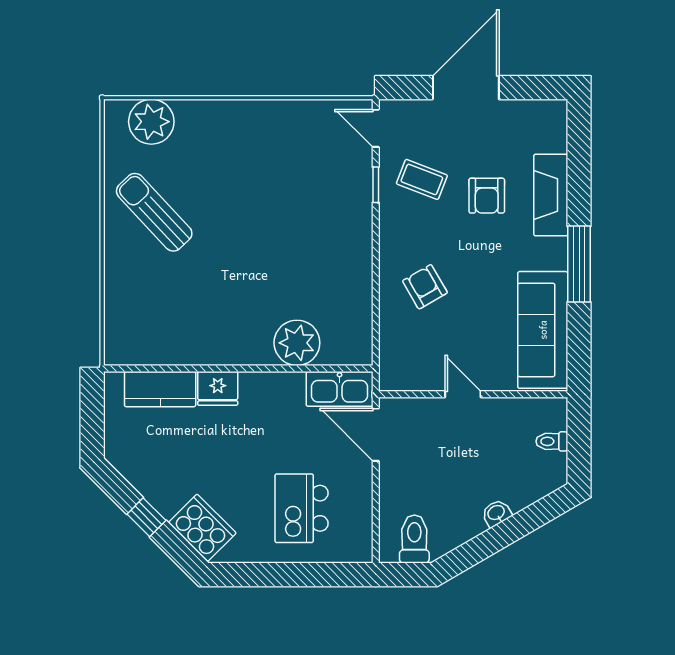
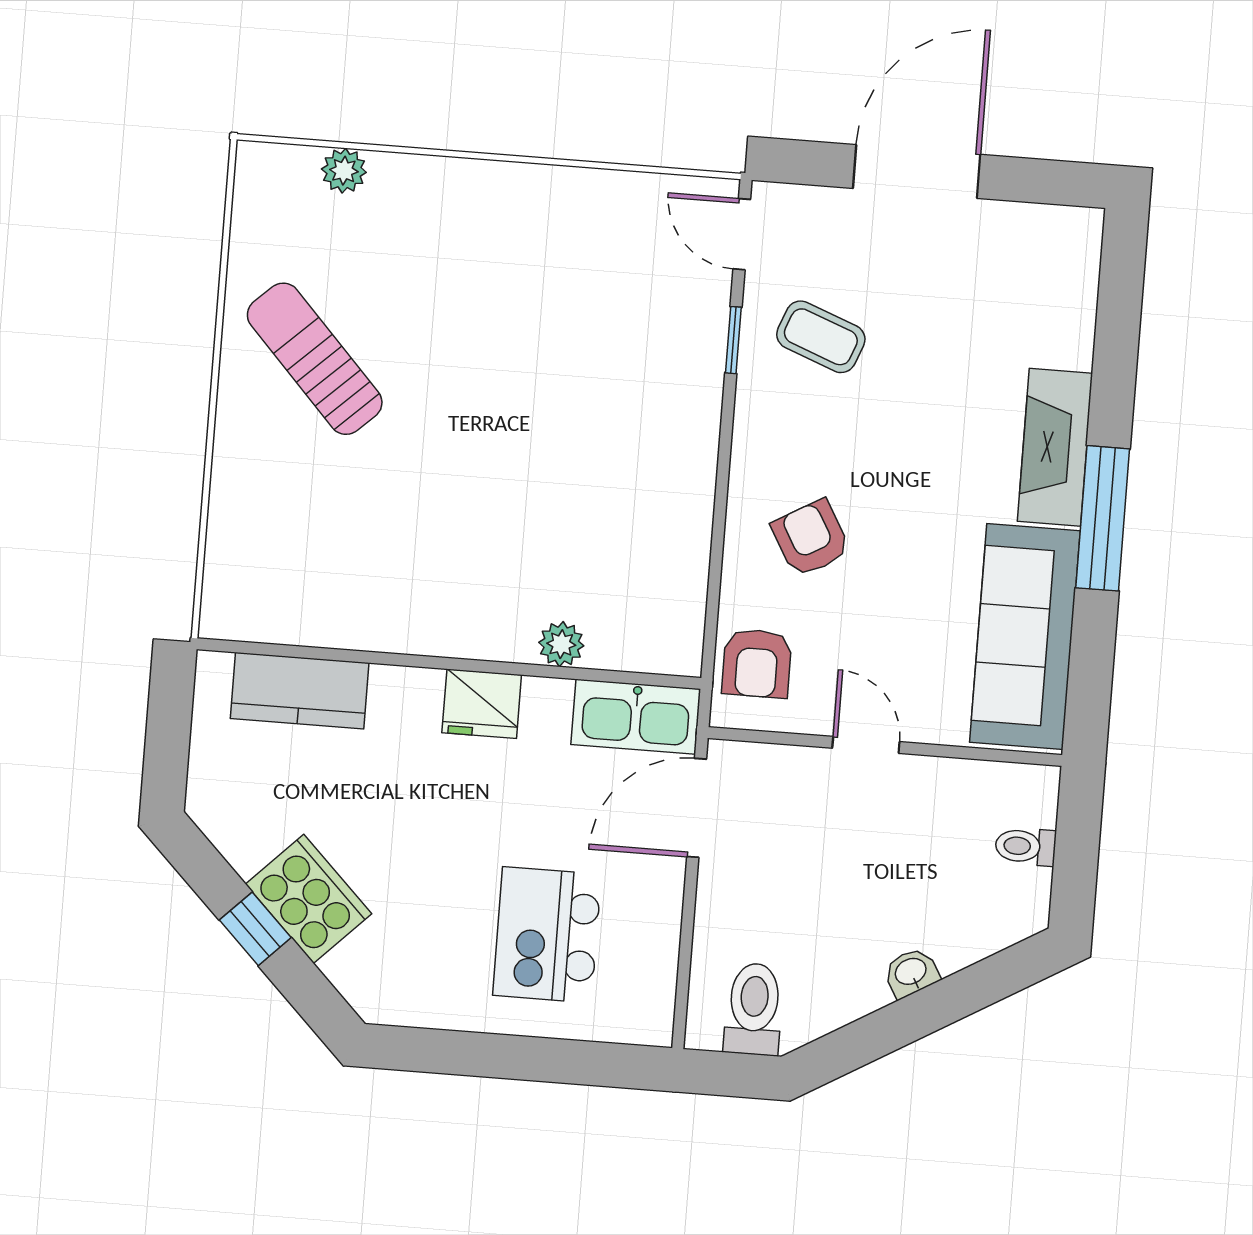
plant: (151, 122) -> (344, 171), width x0.53, depth x0.53
fireplace: (551, 195) -> (1055, 447), moved
armchair: (487, 196) -> (757, 663), moved
plant: (297, 343) -> (561, 644), width x0.53, depth x0.53
fridge: (218, 388) -> (482, 704), moved
door: (376, 435) -> (697, 808), hinge flipped
cooker: (202, 528) -> (309, 899), moved

